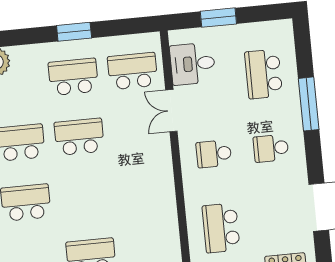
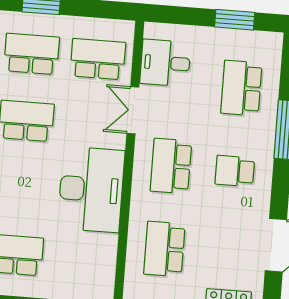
window: (218, 18) -> (235, 20), moved
school desk: (214, 154) -> (171, 166), width x1.85
desk: (147, 187) -> (91, 189), added

